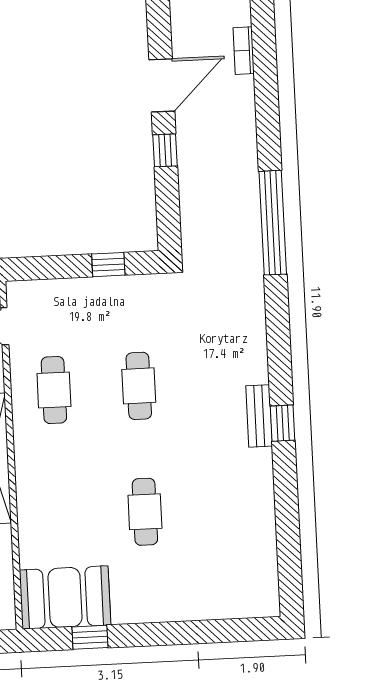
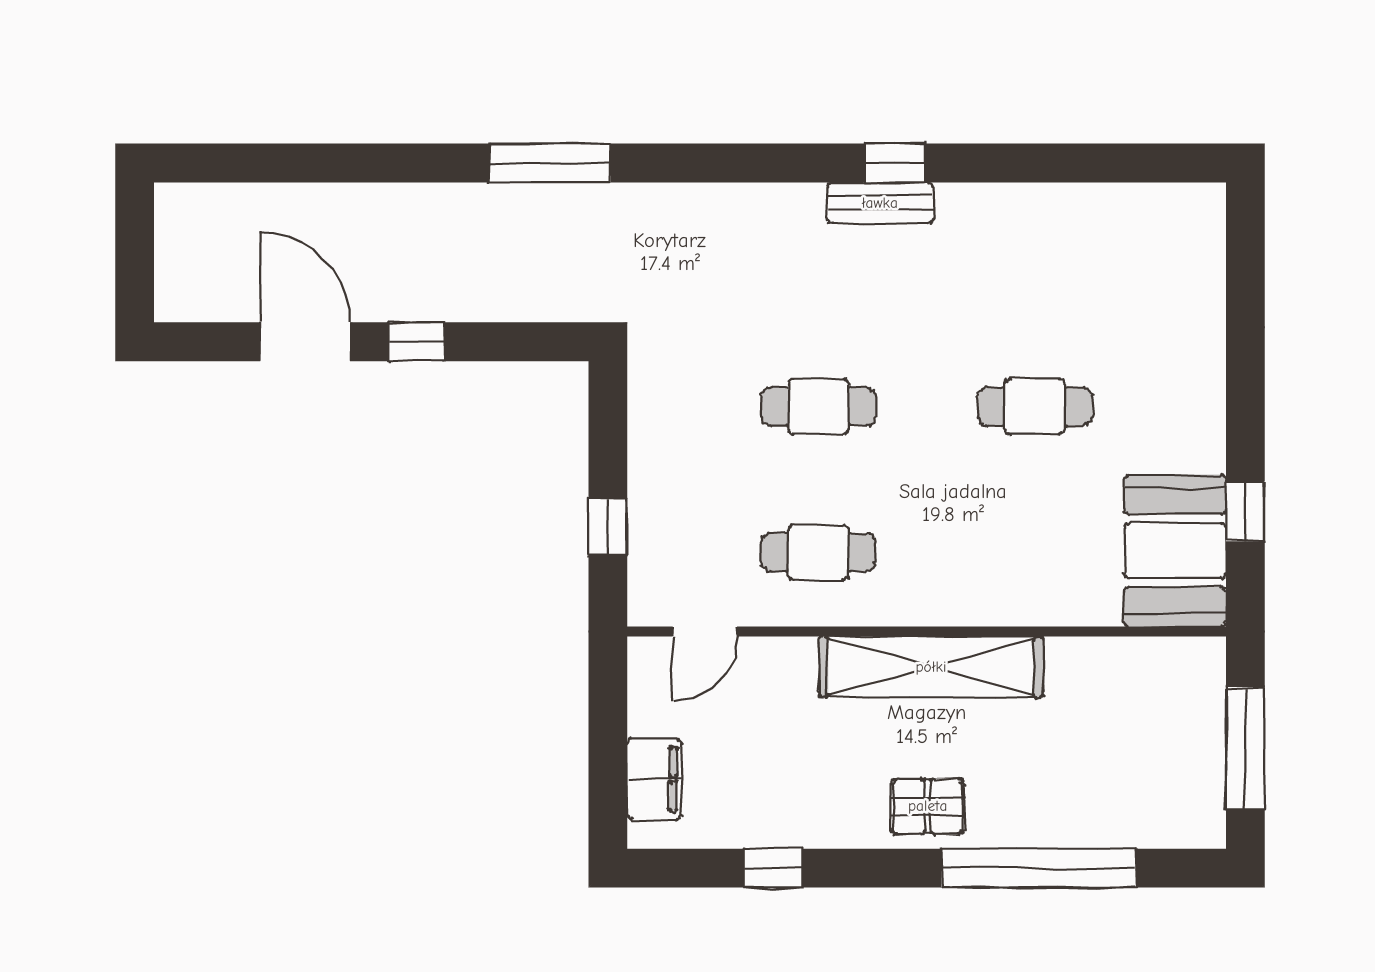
bookcase: (244, 51) -> (252, 199), removed
window: (273, 223) -> (550, 163), width x0.68
window: (108, 265) -> (608, 527), moved

